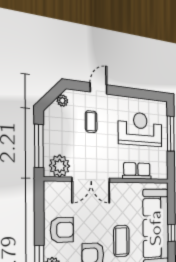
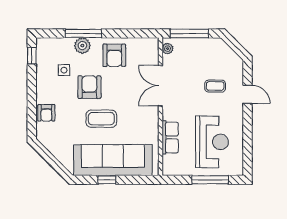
plant: (62, 101) -> (232, 56), removed
plant: (60, 166) -> (168, 49), width x0.53, depth x0.53

